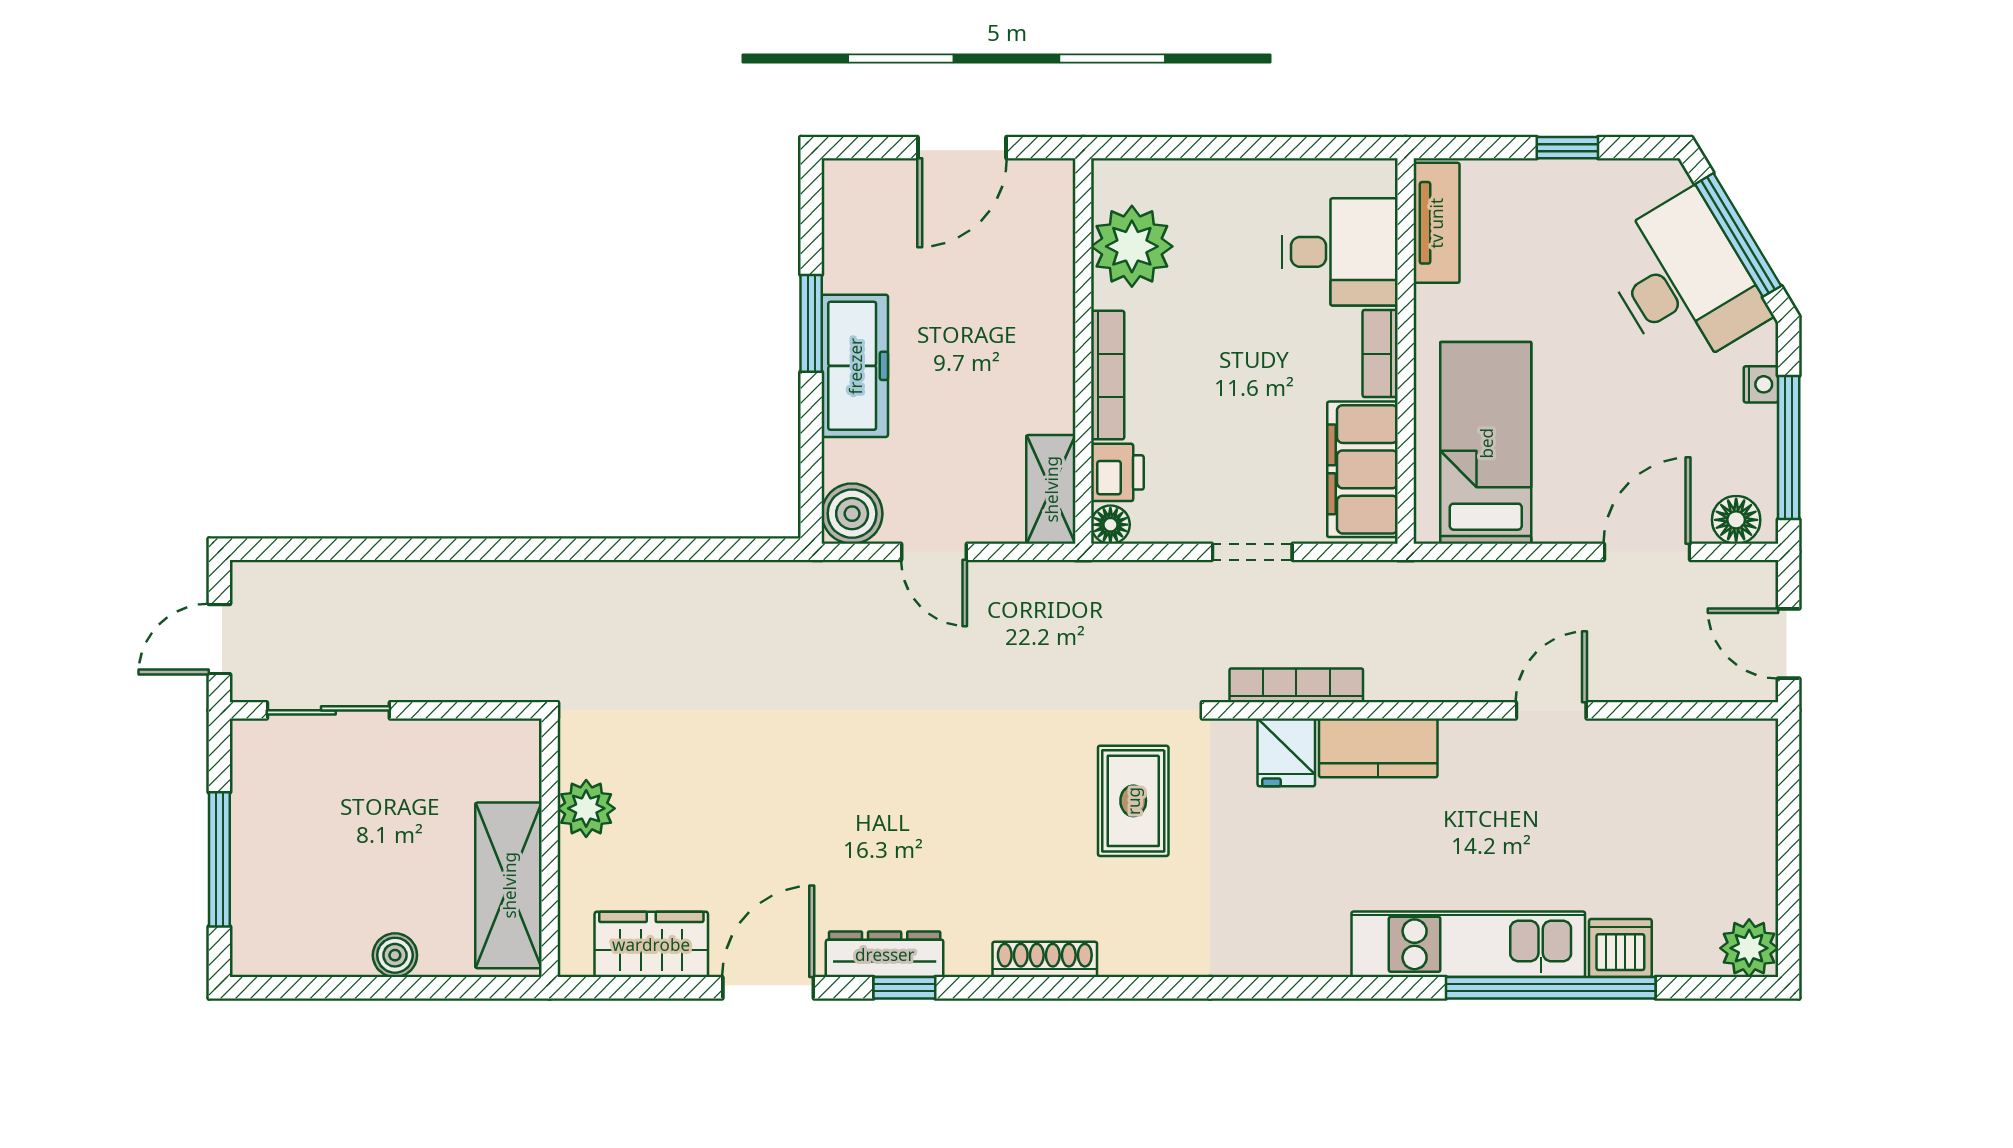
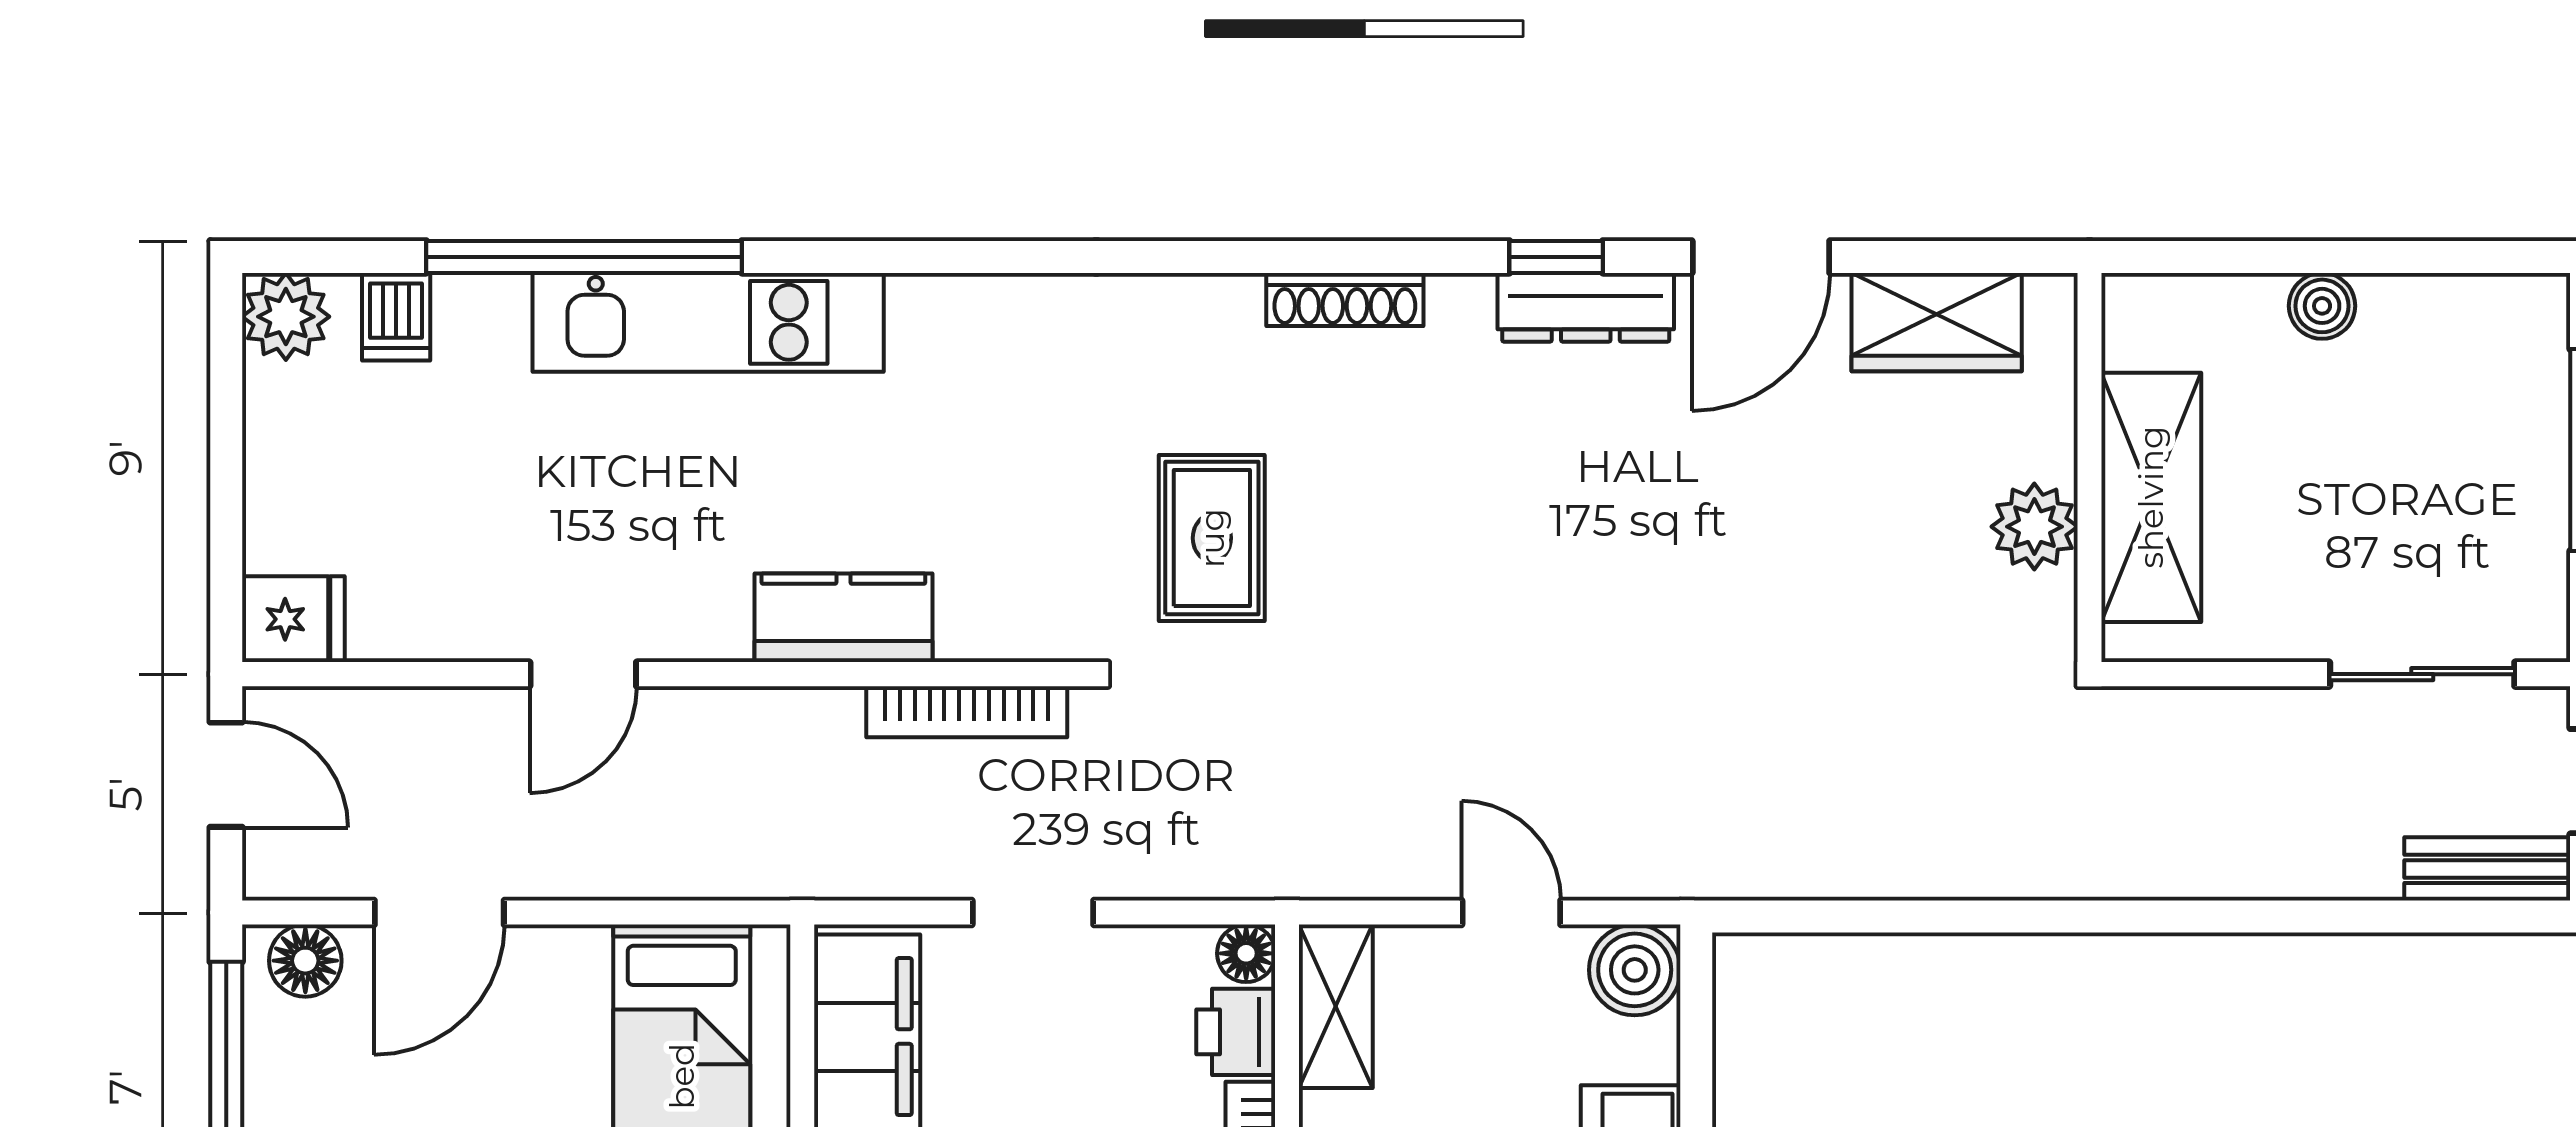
bench: (285, 581) -> (2487, 869), added
fridge: (1286, 752) -> (293, 619), moved, turned 90
shelving: (509, 885) -> (2151, 497), moved
dishwasher: (1620, 948) -> (396, 317), moved, width x0.73

